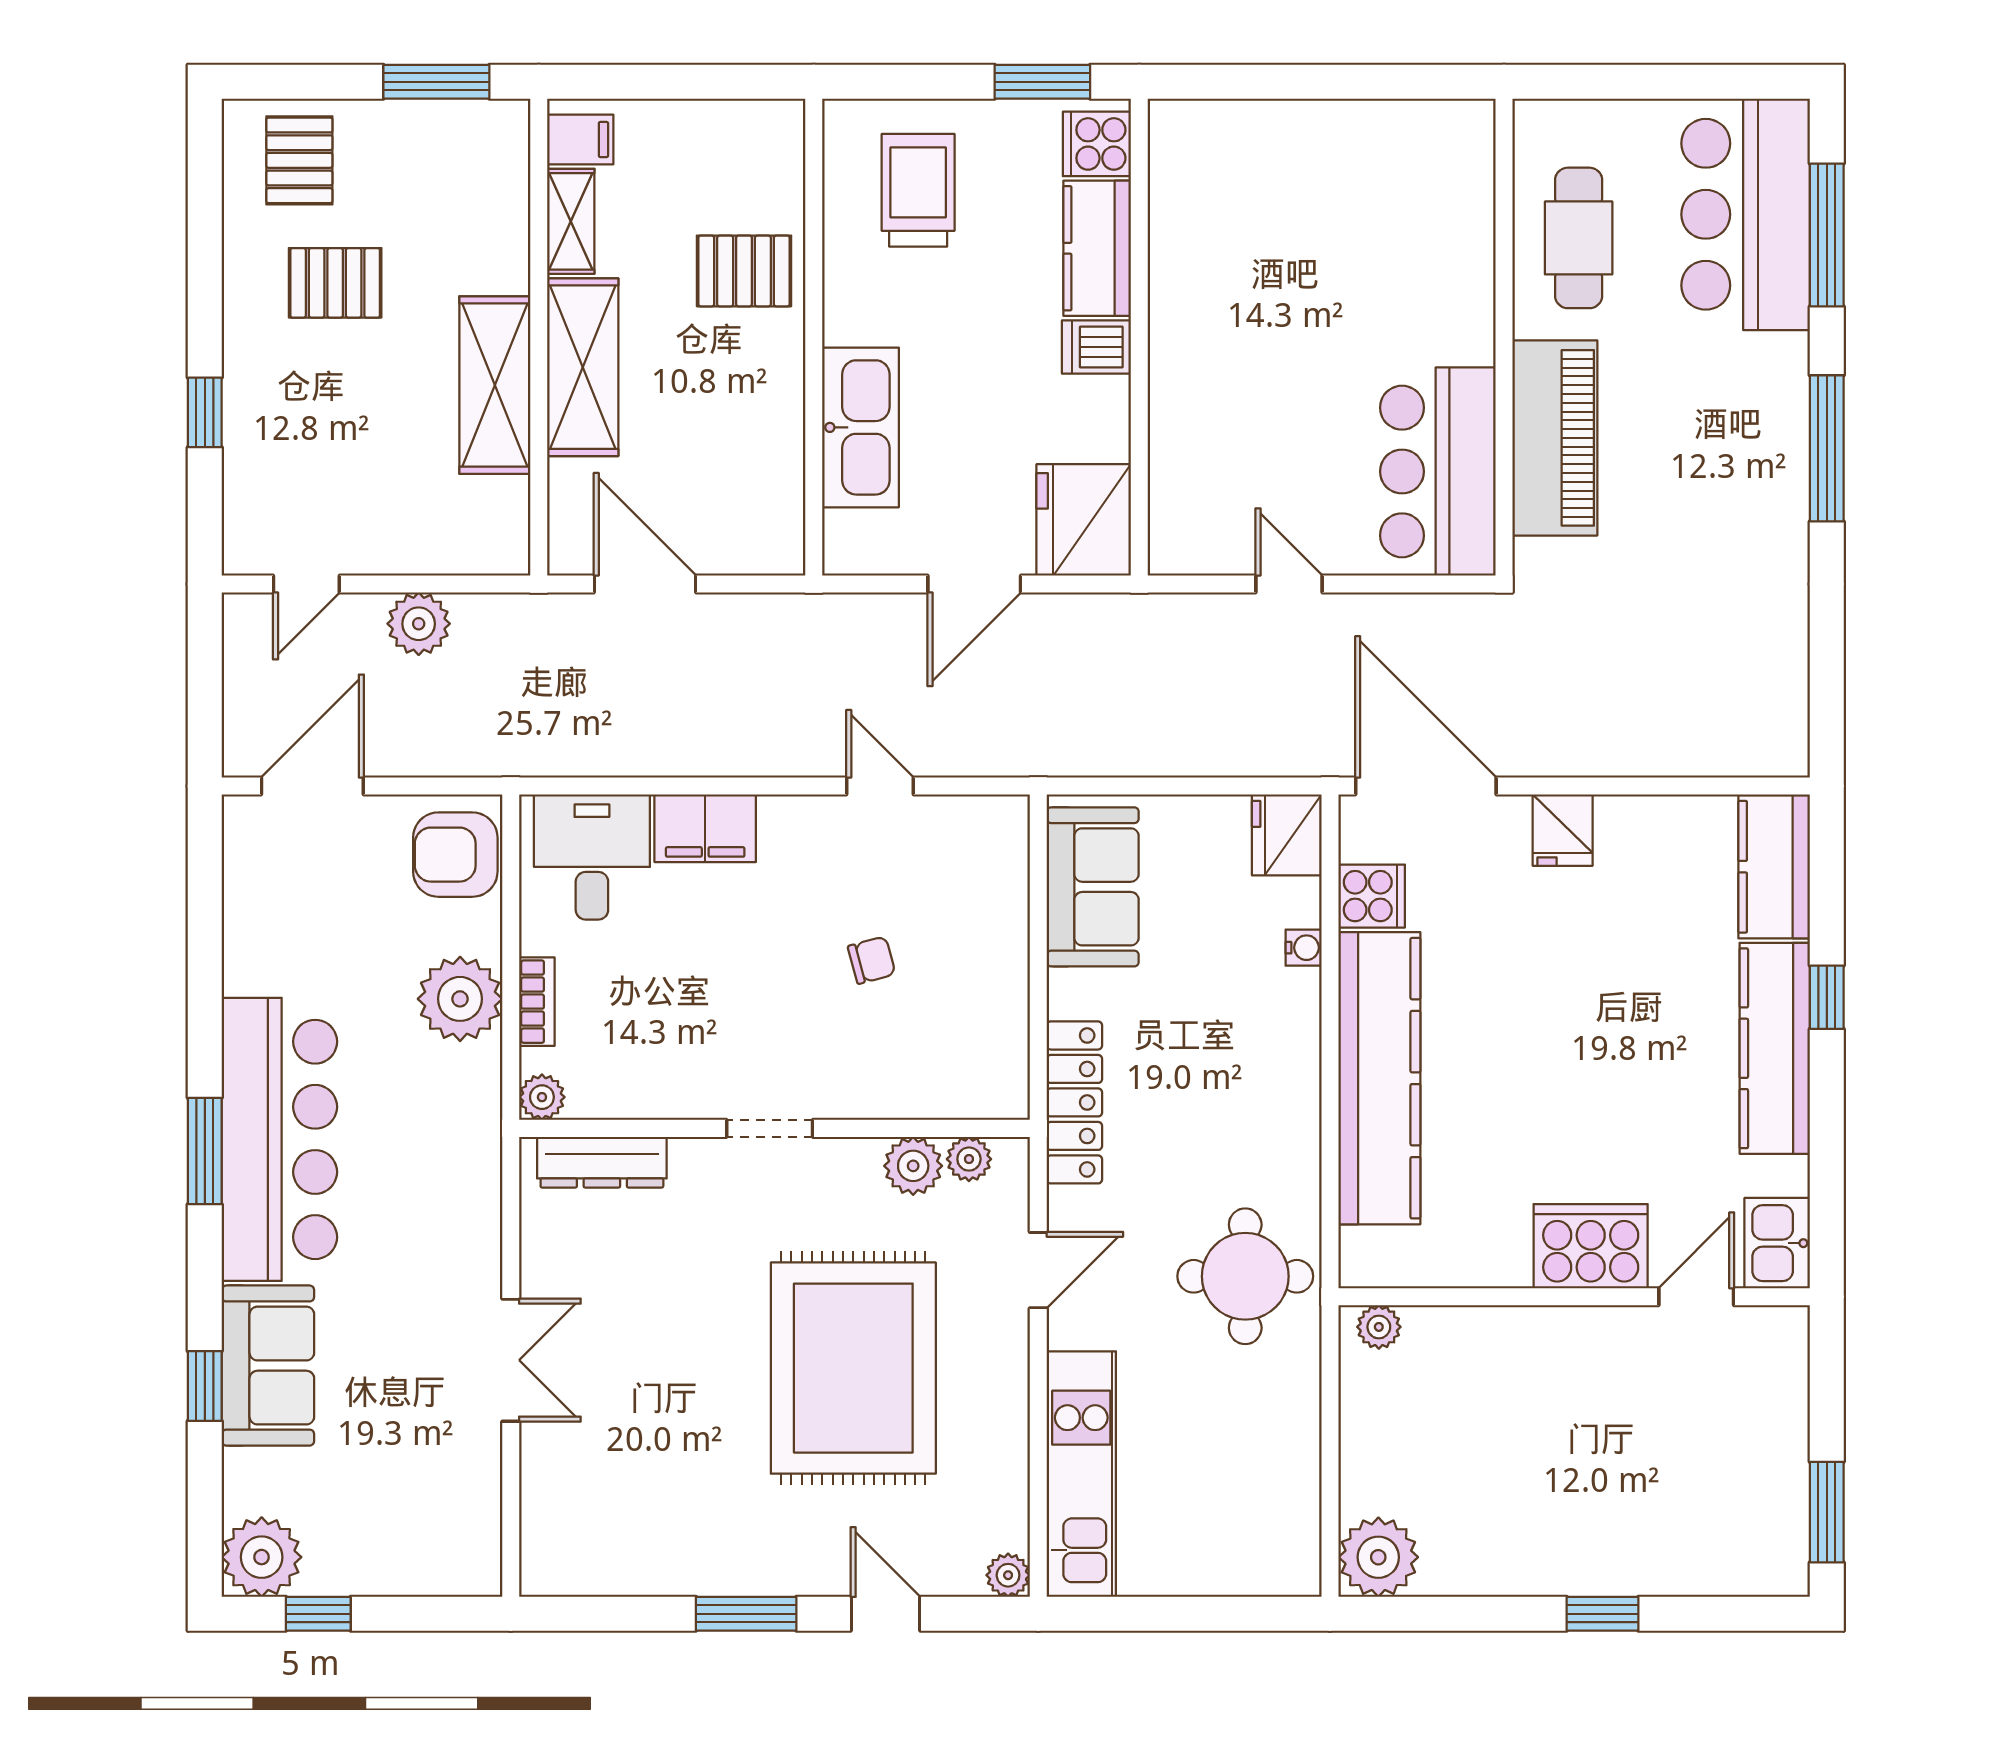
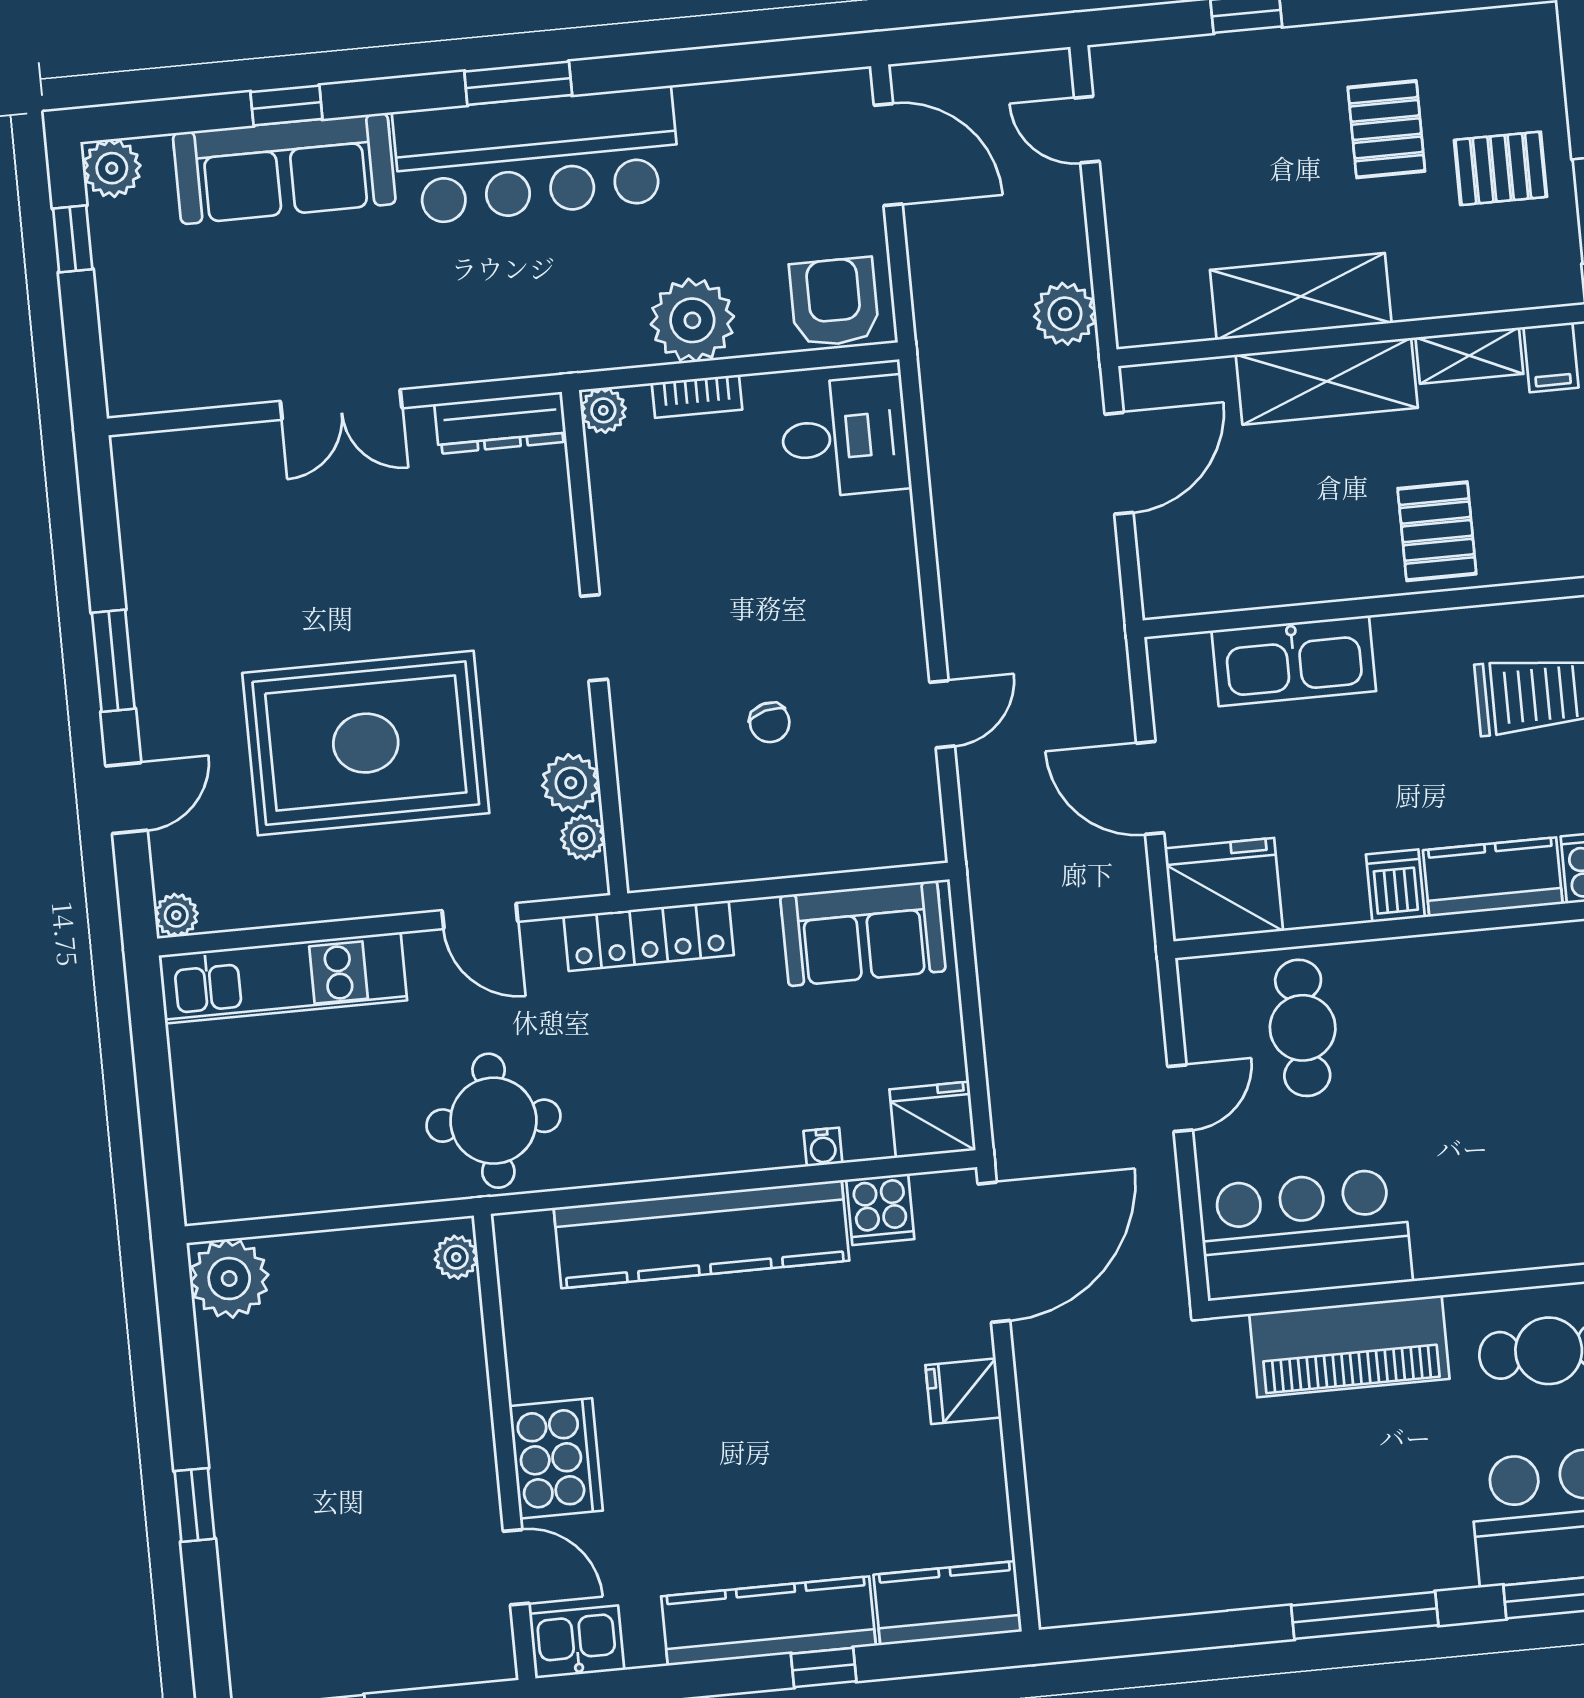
pallet: (299, 160) -> (1501, 168), moved
cafe table: (1230, 454) -> (1303, 1028), added
plant: (419, 624) -> (1065, 314), moved
filing cabinet: (705, 828) -> (884, 546), removed
dresser: (602, 1162) -> (501, 423), moved, turned -90
sofa: (268, 1366) -> (284, 169), width x1.36
plant: (262, 1557) -> (112, 168), width x0.73, depth x0.73

